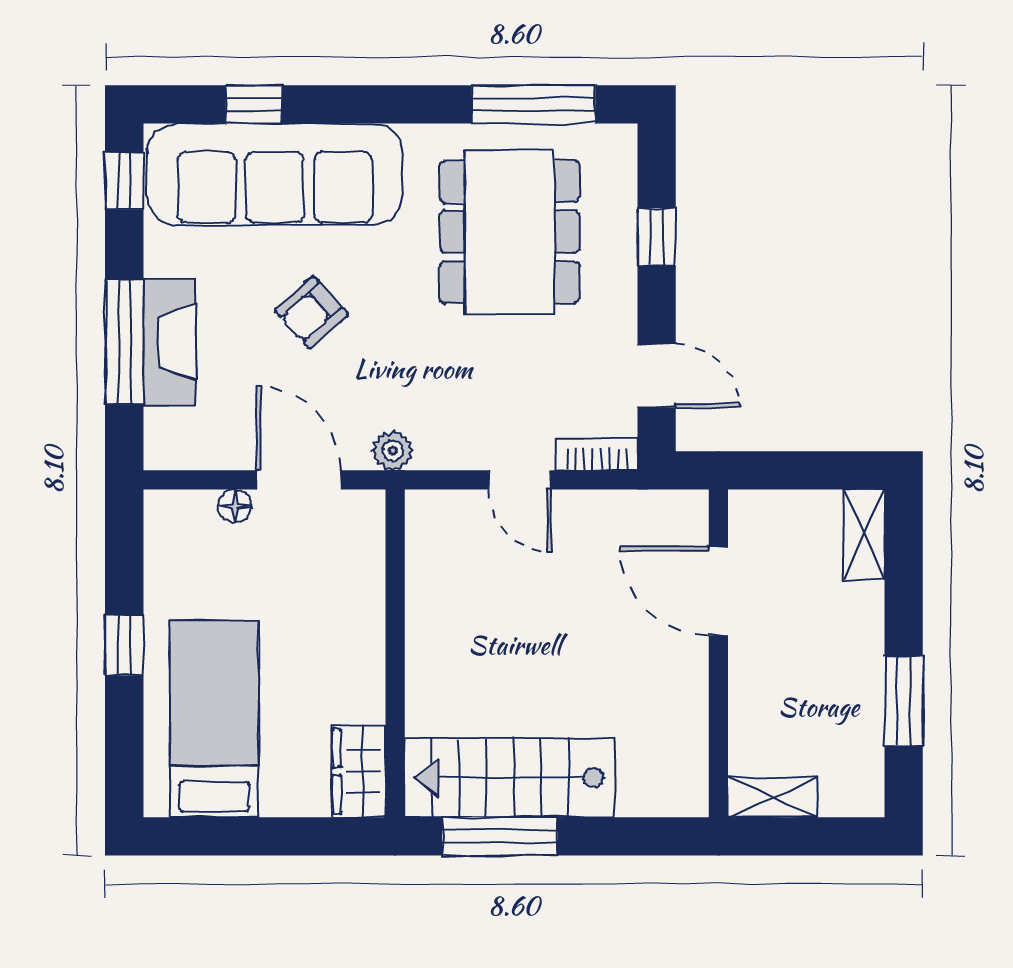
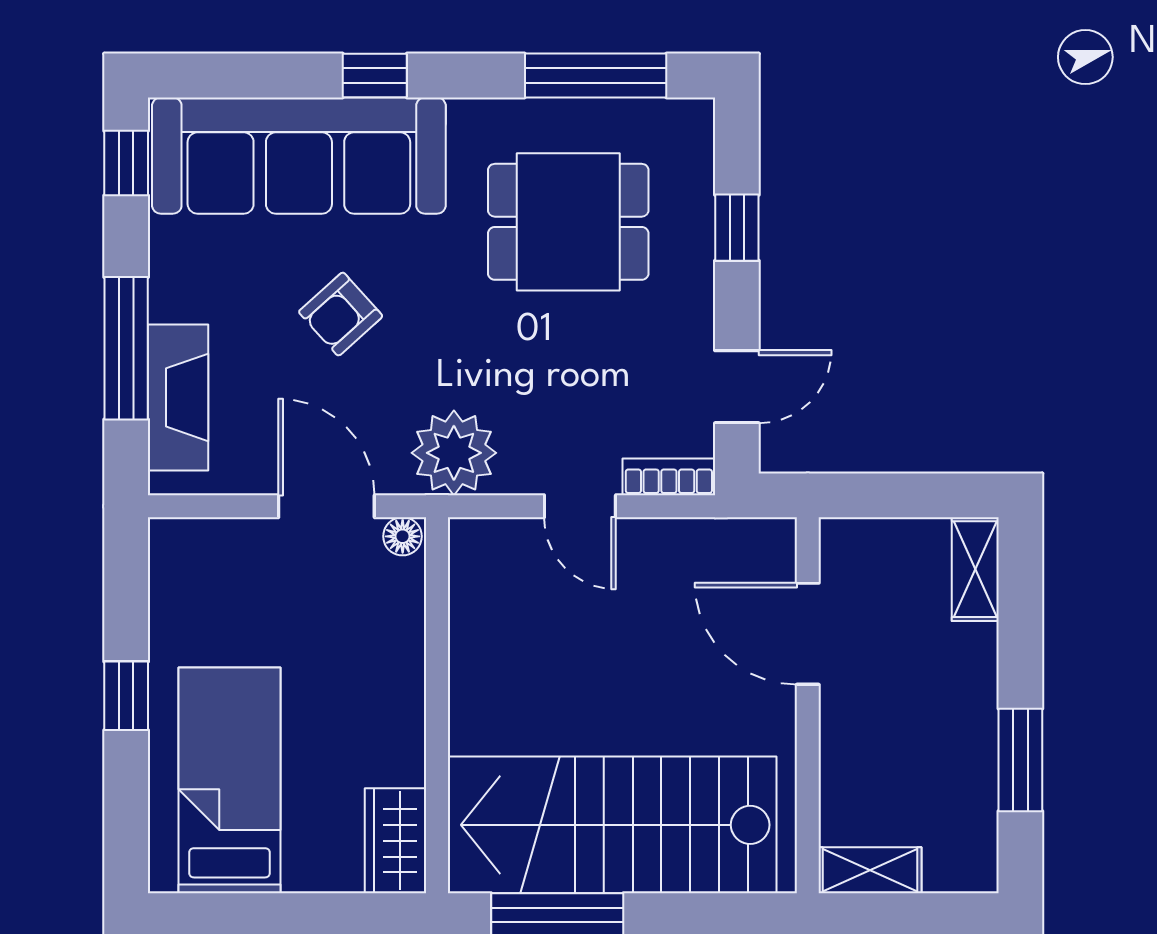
window: (254, 104) -> (375, 75), moved
dining table: (510, 232) -> (568, 222), width x0.73
fireplace: (169, 342) -> (178, 397), moved
door: (657, 376) -> (737, 387), hinge flipped
plant: (393, 451) -> (454, 453), width x1.88, depth x1.88
floor lamp: (235, 506) -> (403, 536), moved
stairs: (510, 778) -> (612, 825), width x1.36, depth x1.51

